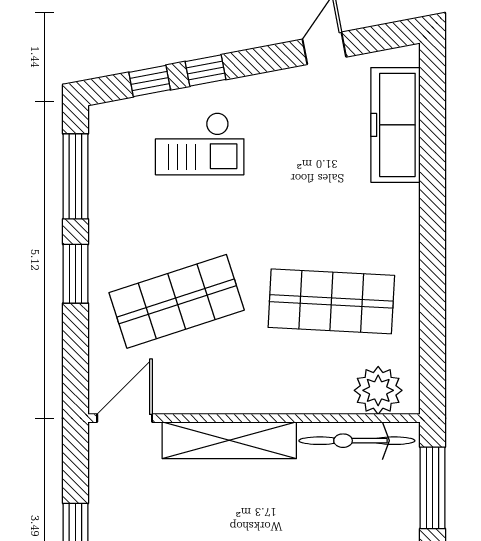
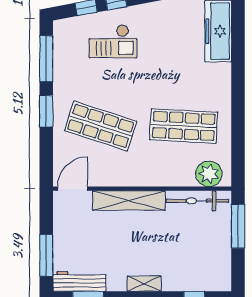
shop shelf: (177, 301) -> (101, 126), turned 36

